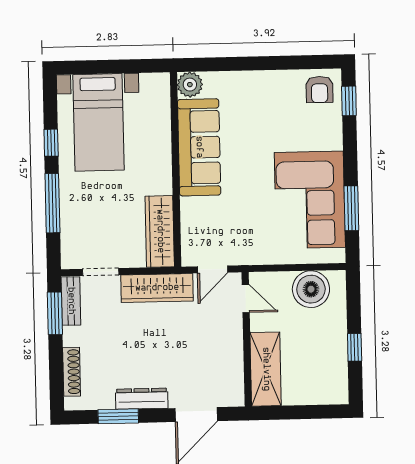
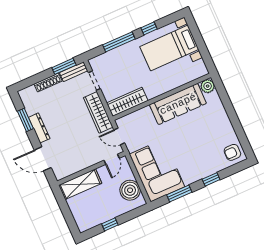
window: (349, 101) -> (211, 179), moved
corner sofa: (310, 200) -> (157, 170), moved, turned 90
shoe rack: (72, 372) -> (48, 83), moved

